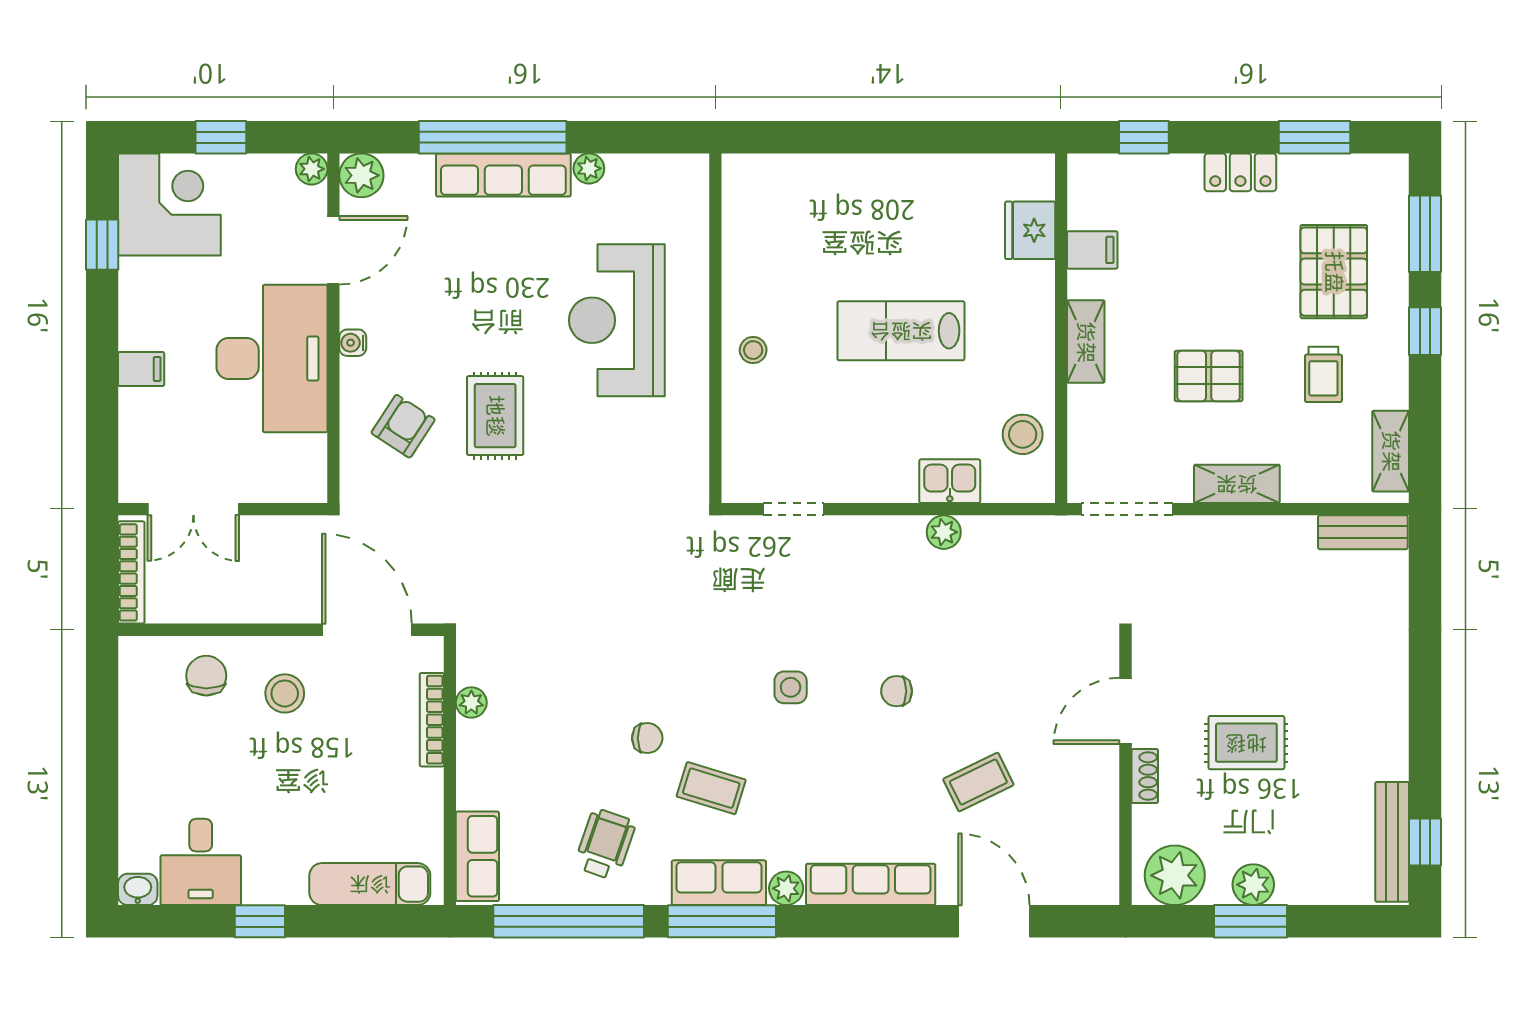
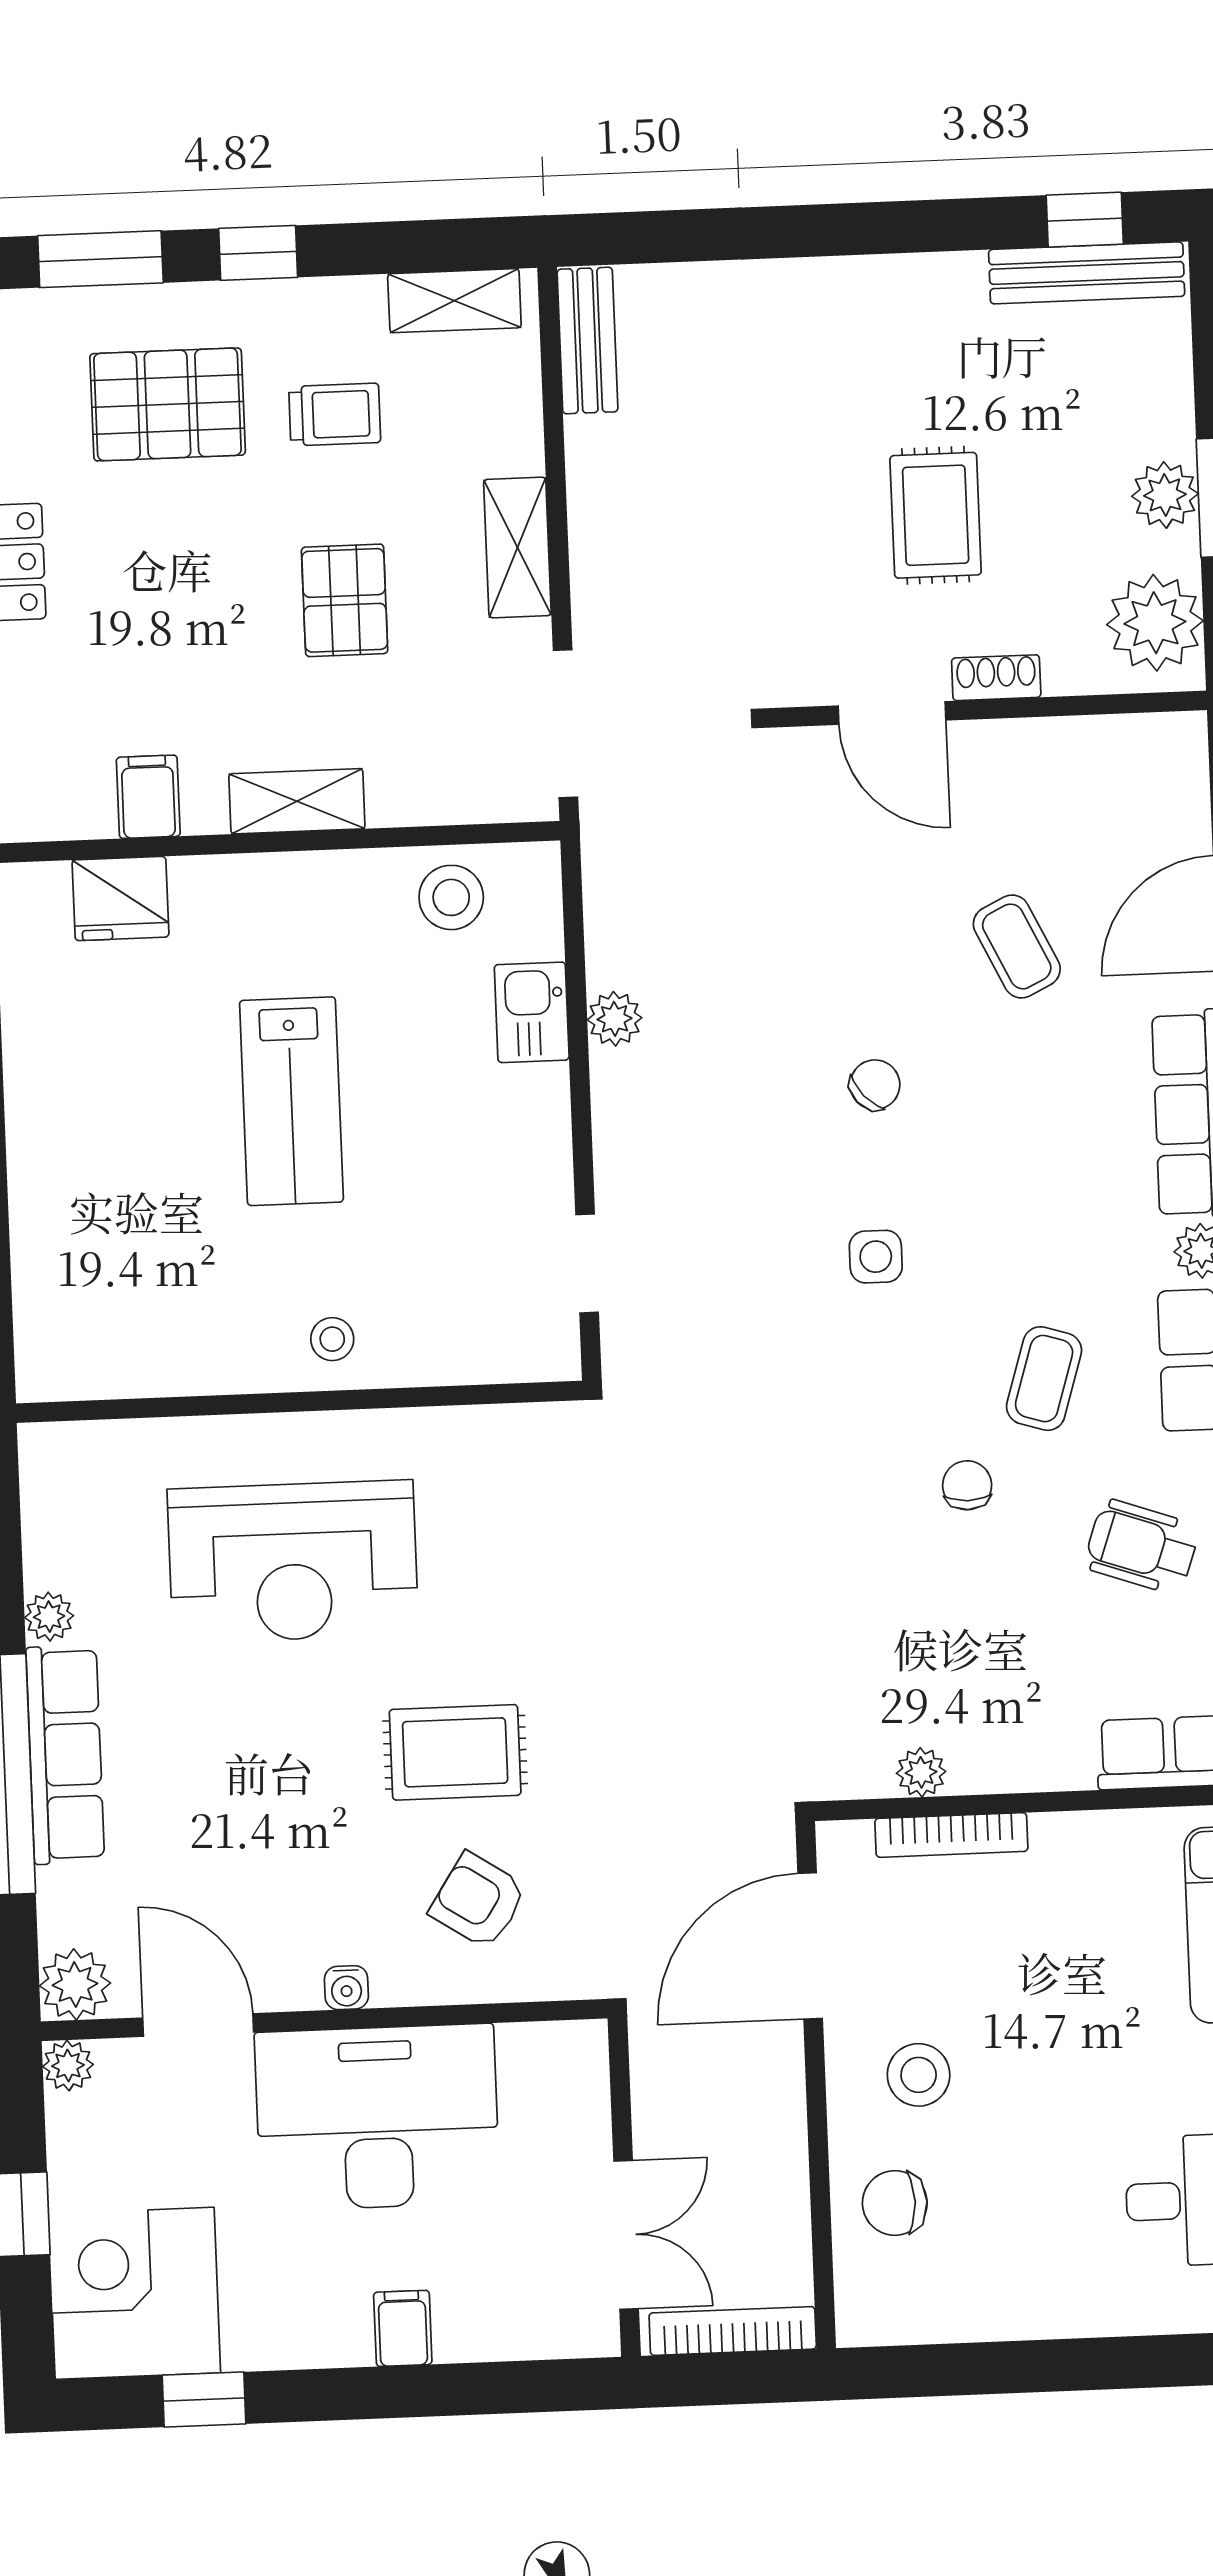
chair: (897, 691) -> (875, 1085), turned -132

